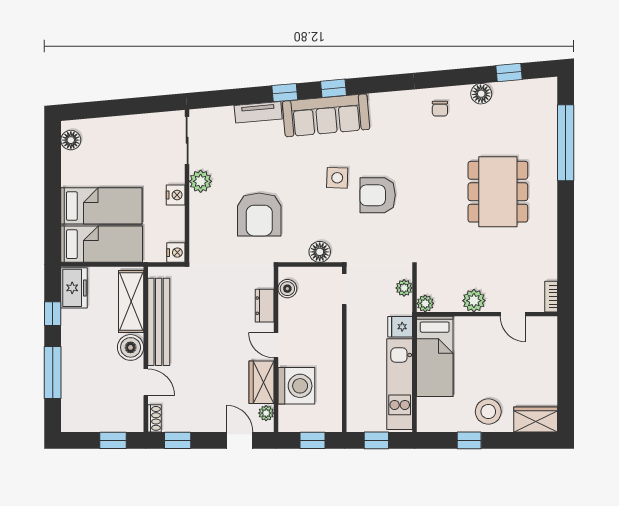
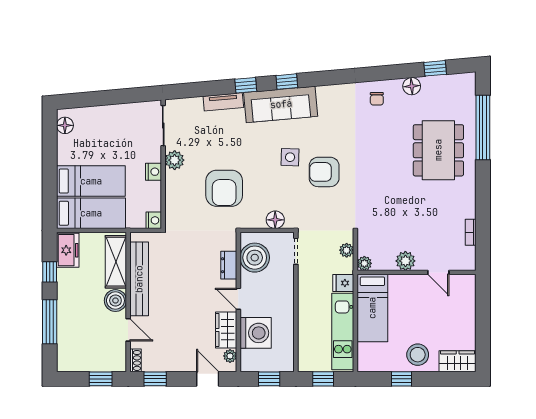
dining table: (498, 192) -> (438, 150), moved
boiler: (287, 289) -> (255, 258), width x1.86, depth x1.86
bookcase: (551, 297) -> (471, 232), moved

